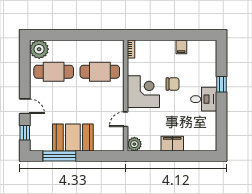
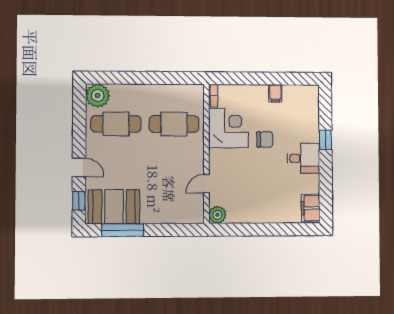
corner desk: (143, 92) -> (229, 128), moved
booth: (73, 137) -> (114, 207), moved
filing cabinet: (172, 144) -> (311, 208), moved, turned -90

